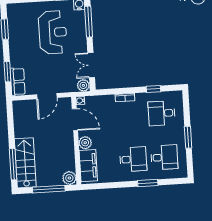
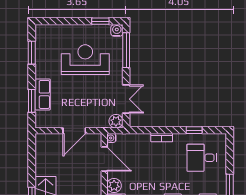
reception desk: (53, 32) -> (85, 60), turned -90
double door: (91, 65) -> (126, 99), swing flipped
row of seats: (18, 82) -> (43, 94), moved

